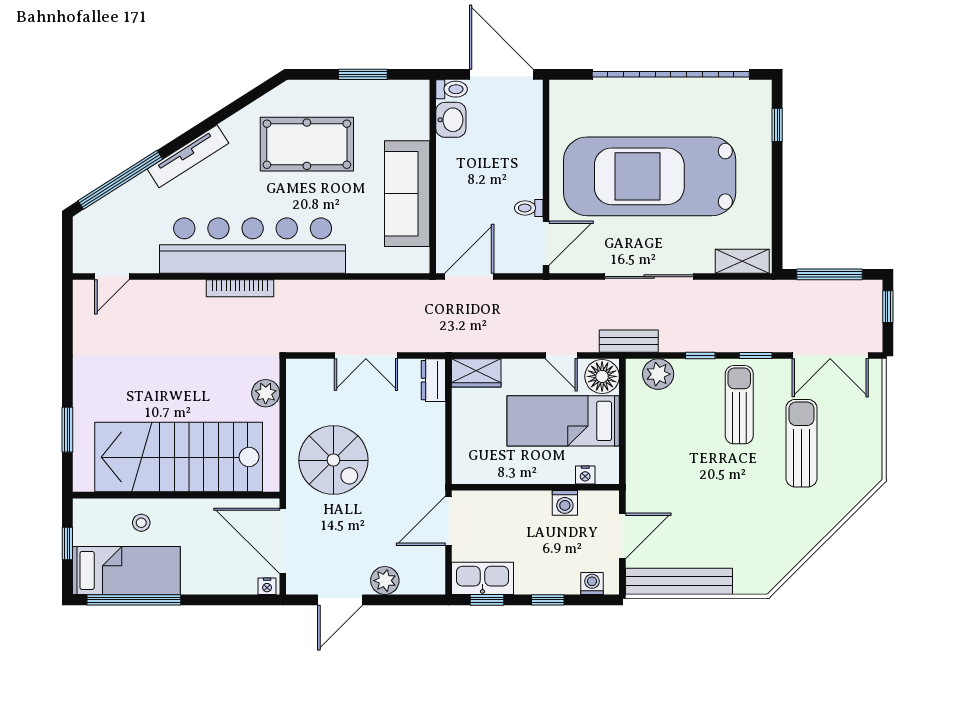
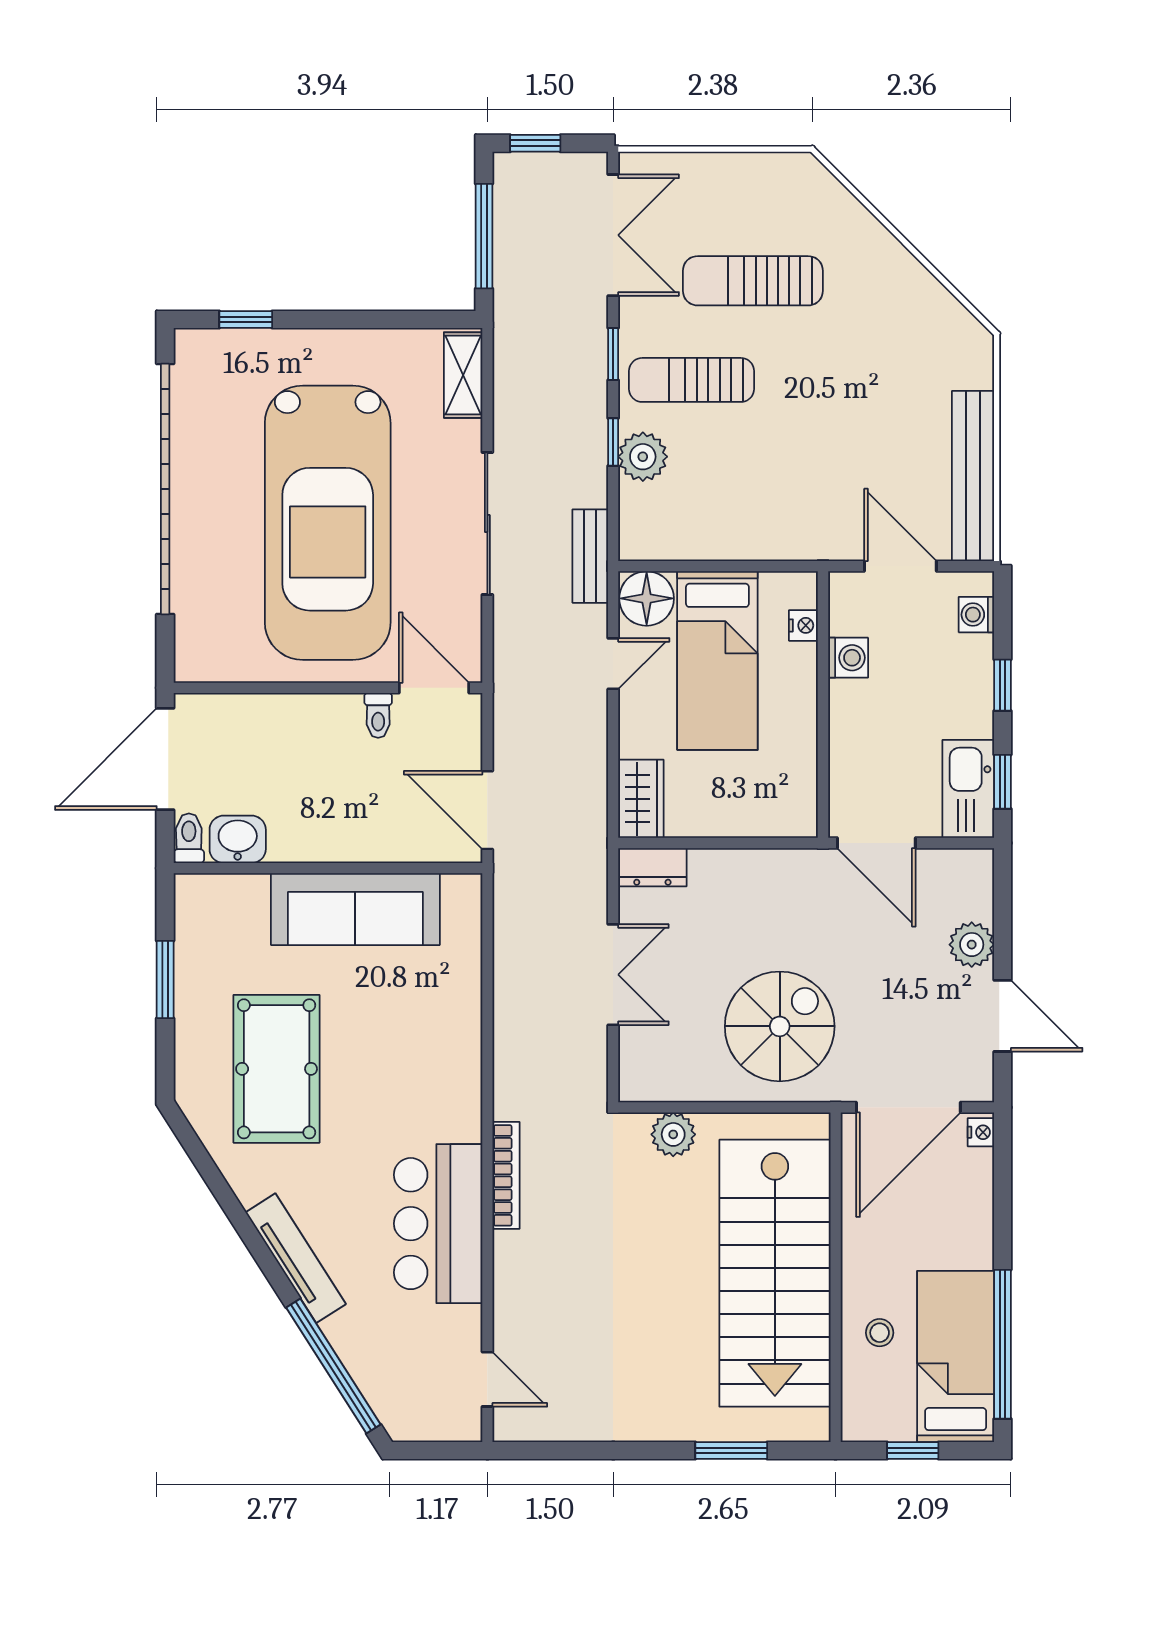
bar counter: (253, 246) -> (438, 1224), width x0.54
plant: (658, 374) -> (643, 457), moved

